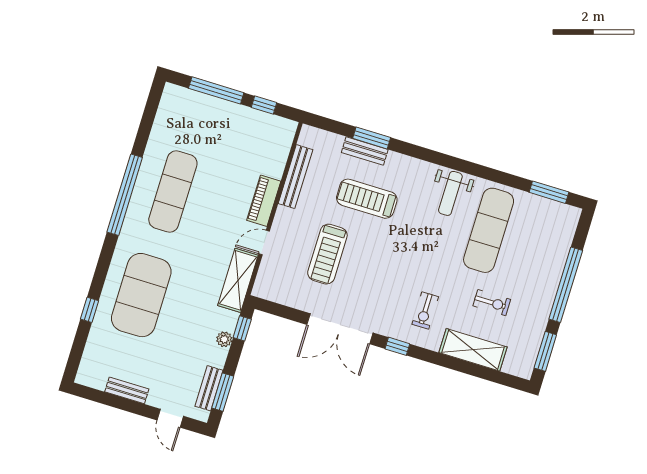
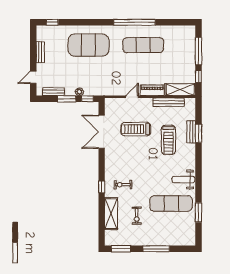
window: (549, 192) -> (199, 212), moved
treadmill: (367, 199) -> (168, 140), turned 180
door: (264, 243) -> (132, 97), hinge flipped
shelving: (238, 280) -> (180, 90), moved
window: (566, 285) -> (156, 249), width x0.68
window: (90, 310) -> (52, 22), moved
double door: (340, 329) -> (102, 132), moved
window: (397, 346) -> (102, 187), moved
window: (223, 392) -> (67, 99), moved

